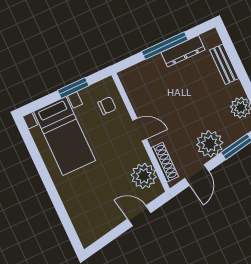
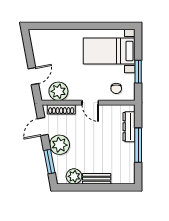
dresser: (183, 51) -> (129, 127), moved
bench: (224, 64) -> (97, 179), moved
door: (140, 130) -> (90, 103), hinge flipped
door: (197, 175) -> (43, 127), hinge flipped

